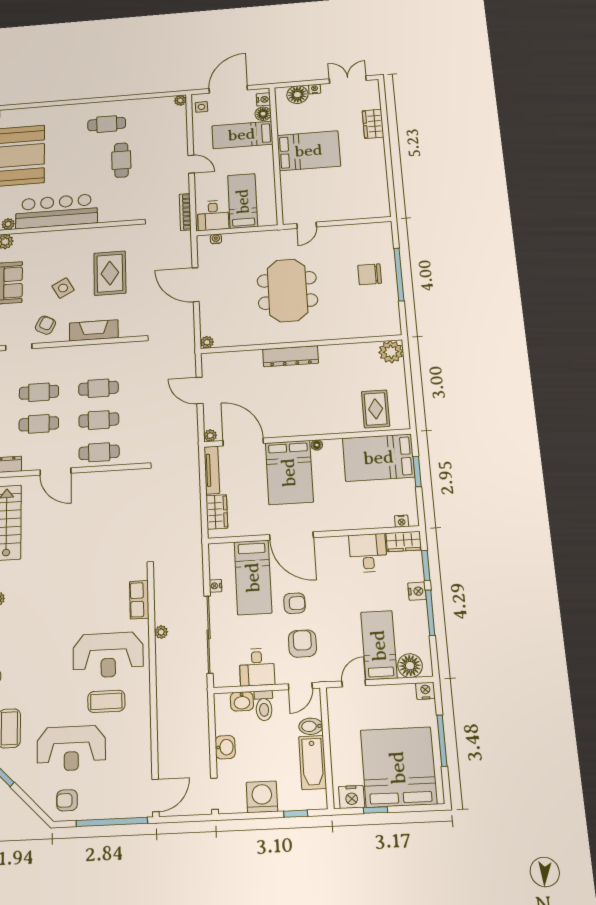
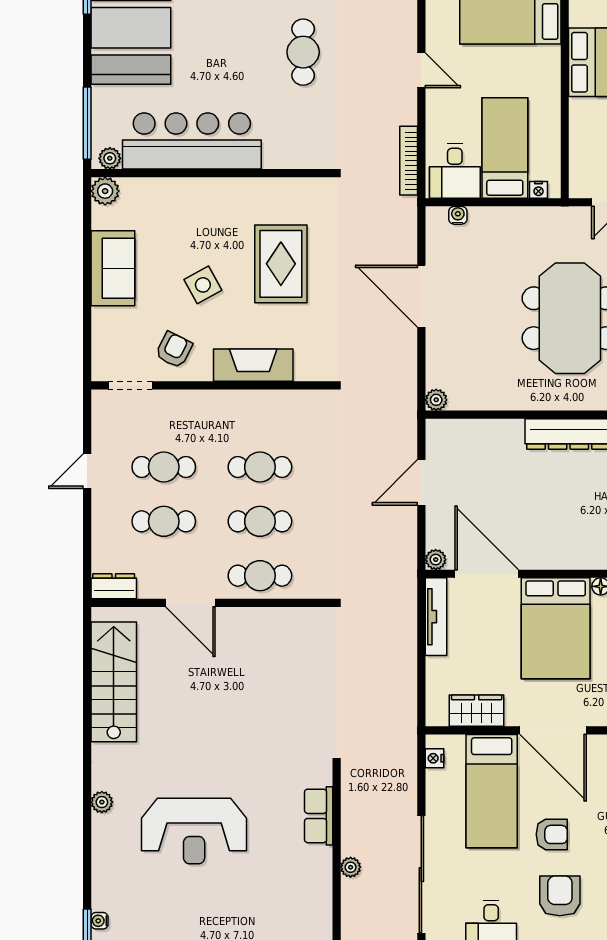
nightstand: (264, 222) -> (539, 190), added
door: (200, 391) -> (421, 482), hinge flipped
wardrobe: (217, 512) -> (477, 711), moved, turned -90
nightstand: (215, 586) -> (435, 758), moved
reception desk: (108, 655) -> (194, 831), moved

